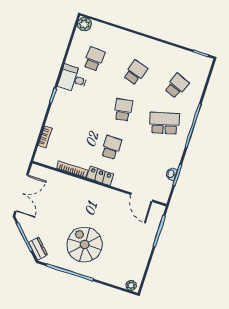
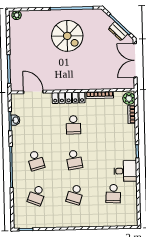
plant: (84, 24) -> (129, 99), moved
school desk: (165, 123) -> (36, 161), width x0.54
locker: (100, 176) -> (69, 98), width x1.53
dresser: (38, 248) -> (118, 31), moved

